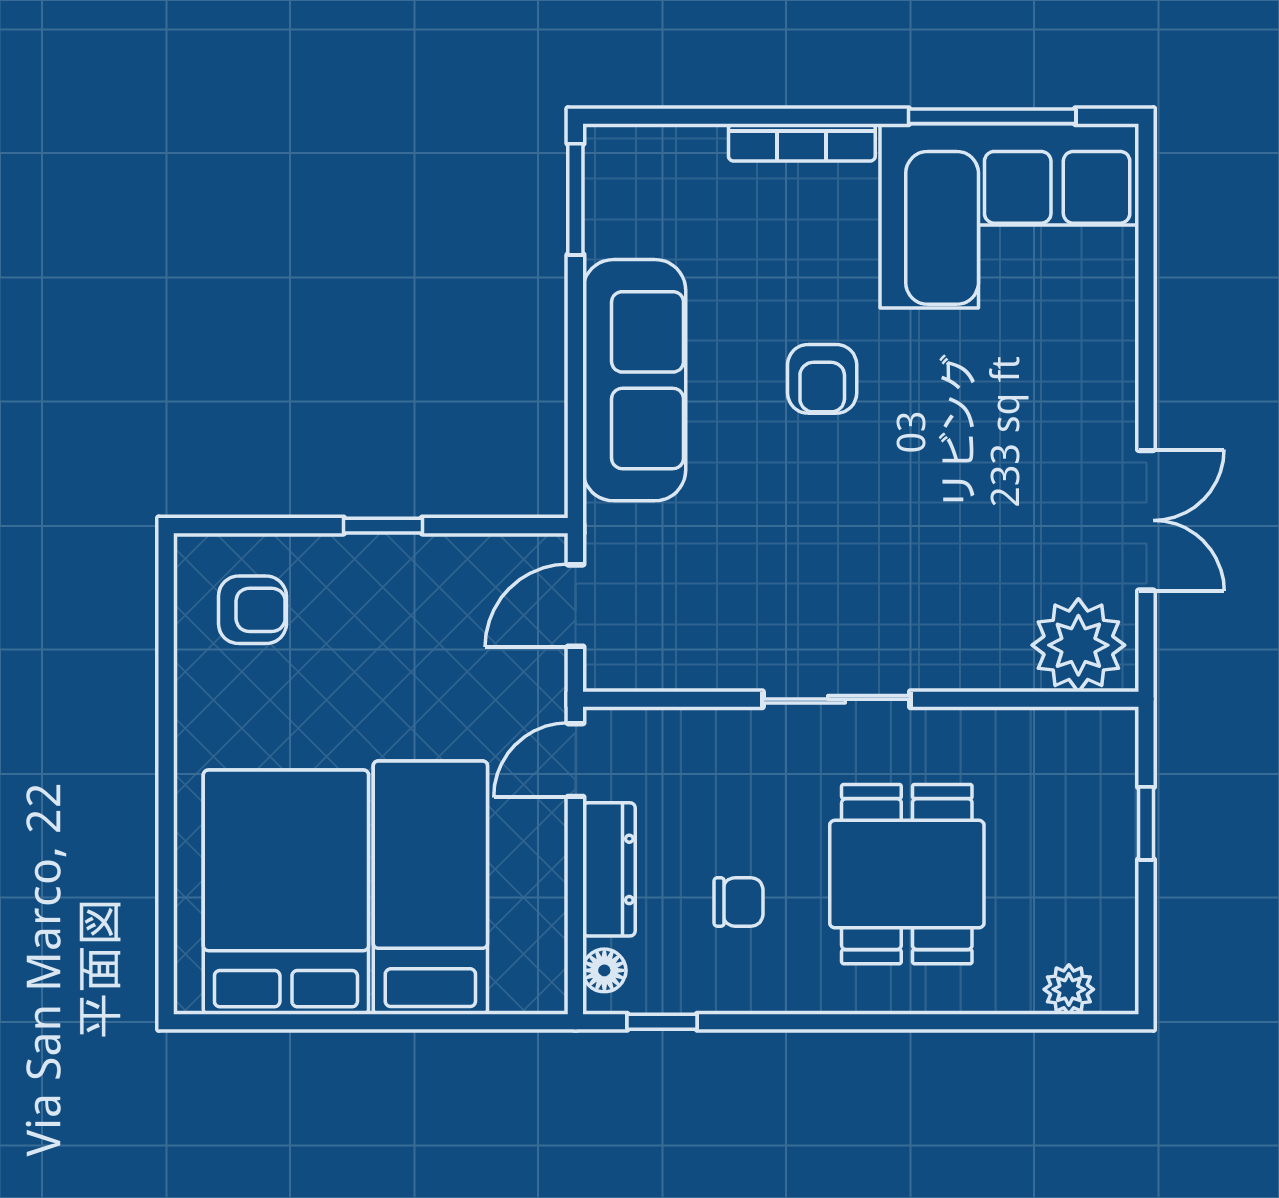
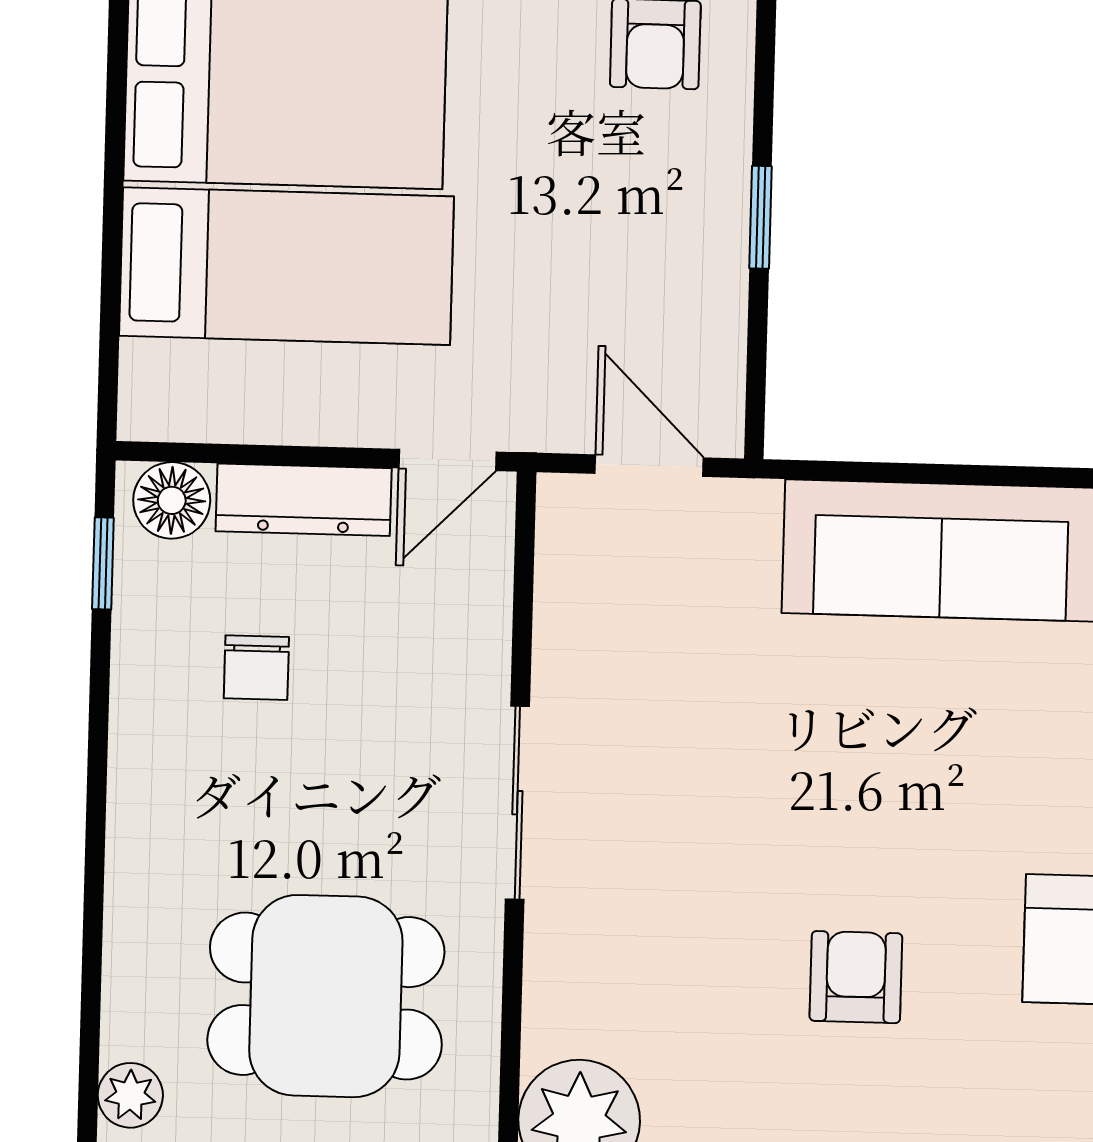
armchair: (822, 379) -> (856, 977), moved, turned 90
door: (575, 760) -> (448, 460), swing flipped
dining table: (907, 874) -> (326, 996), moved
floor lamp: (604, 970) -> (172, 500), width x1.37, depth x1.37

